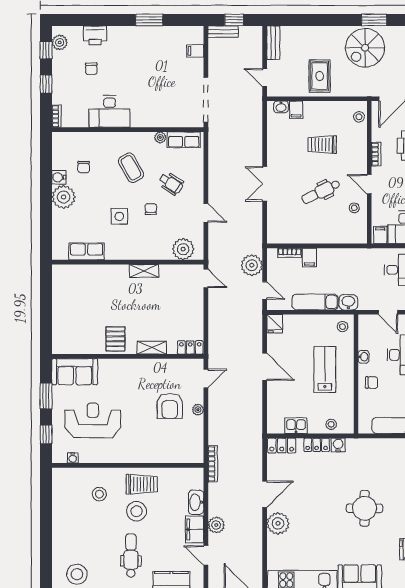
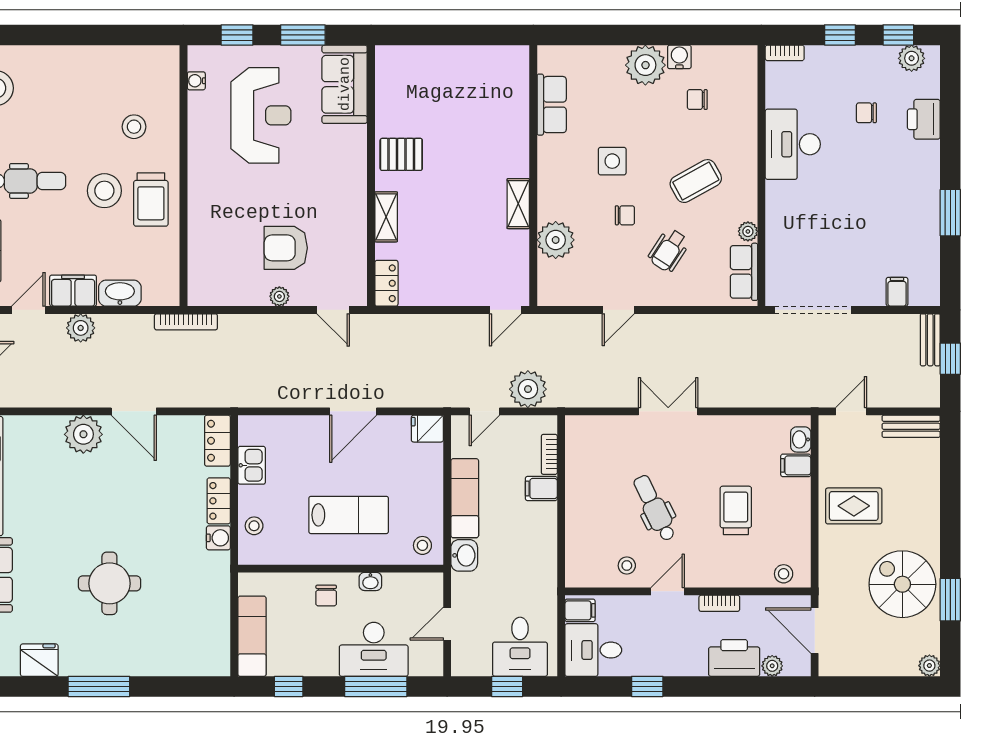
plant: (183, 249) -> (556, 240), moved

